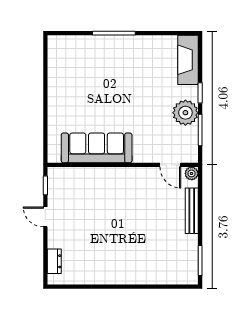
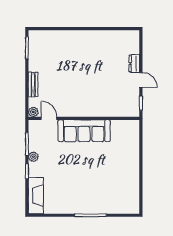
plant: (185, 113) -> (33, 157), width x0.53, depth x0.53
sofa: (97, 148) -> (84, 131), moved
bench: (192, 211) -> (33, 84), width x0.73
dresser: (54, 261) -> (134, 63), moved

